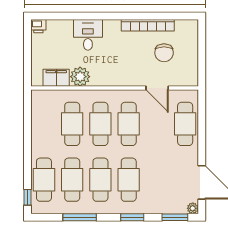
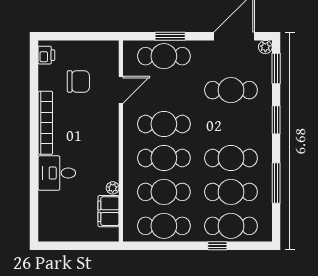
bookcase: (148, 25) -> (45, 123), moved
printer: (38, 26) -> (46, 55), moved
plant: (80, 77) -> (113, 188), width x0.53, depth x0.53
cafe table: (44, 124) -> (164, 226), added
window: (202, 129) -> (170, 36), added
cafe table: (129, 180) -> (231, 90), moved
window: (27, 197) -> (217, 246), moved

